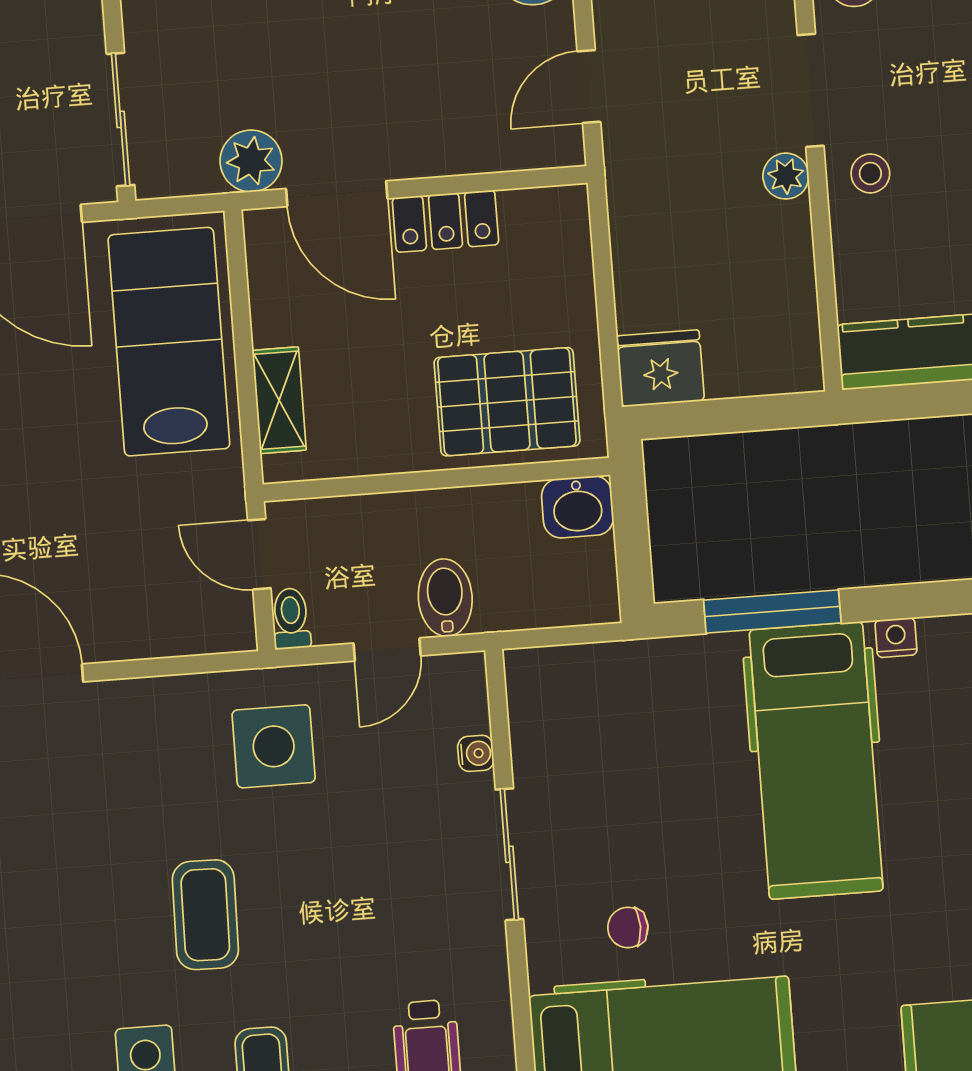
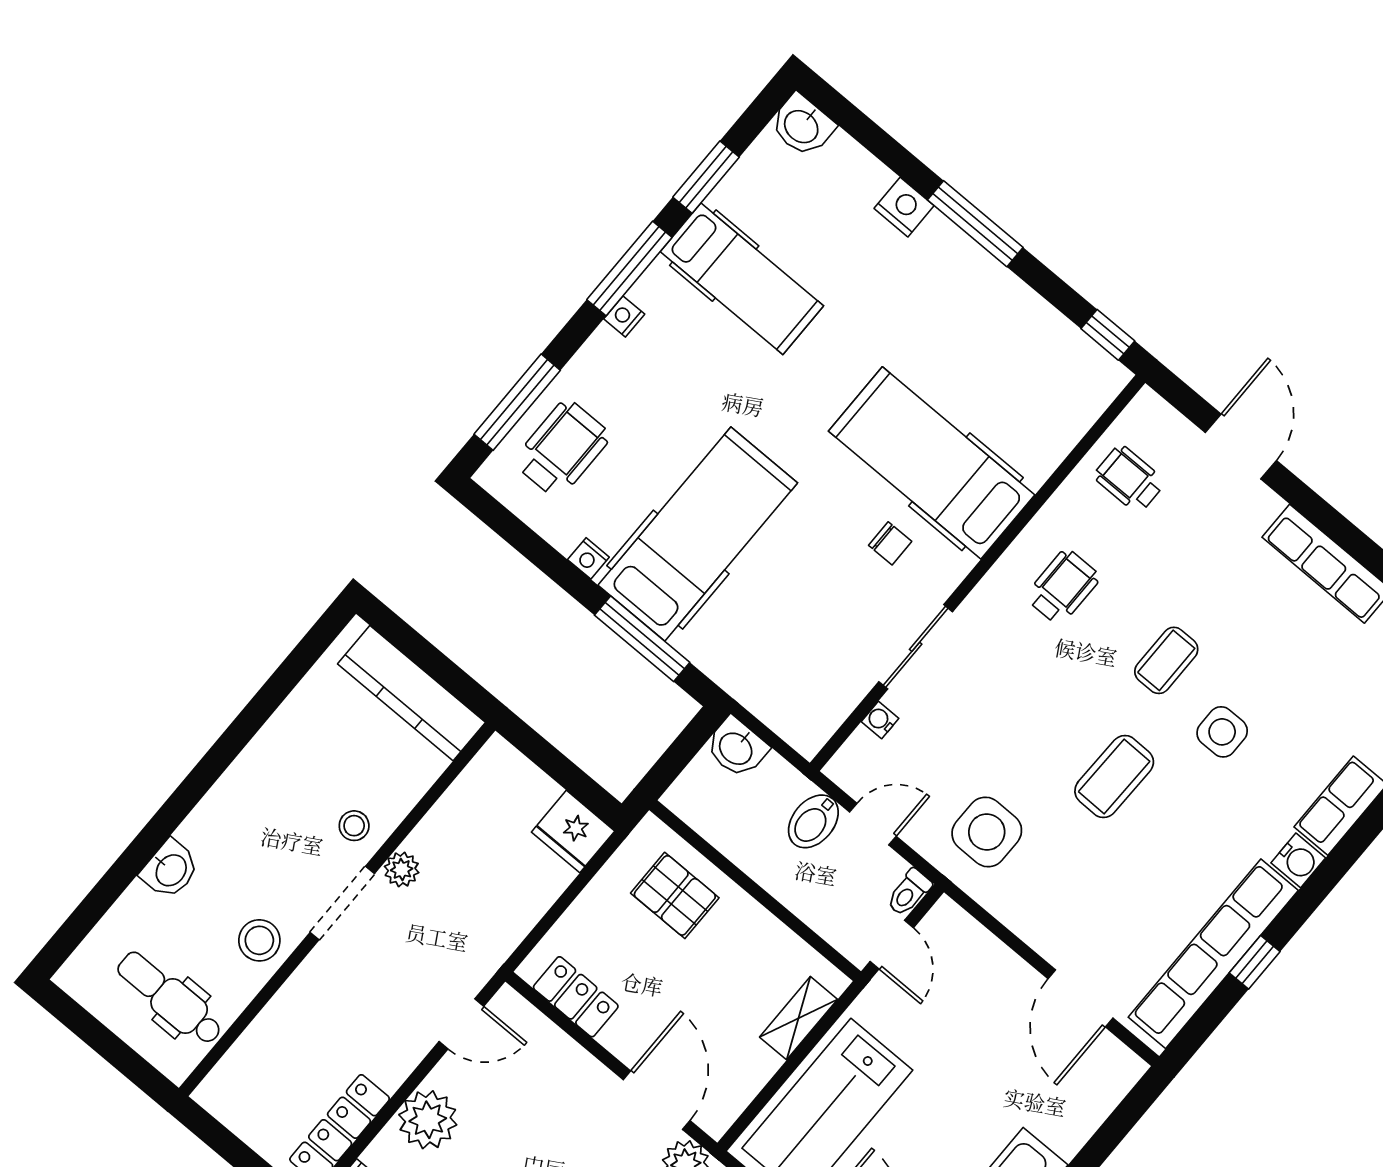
locker: (445, 221) -> (576, 997), moved
pallet: (507, 402) -> (675, 895), width x0.67, depth x0.71
washbasin: (578, 507) -> (737, 748), moved, turned 180

